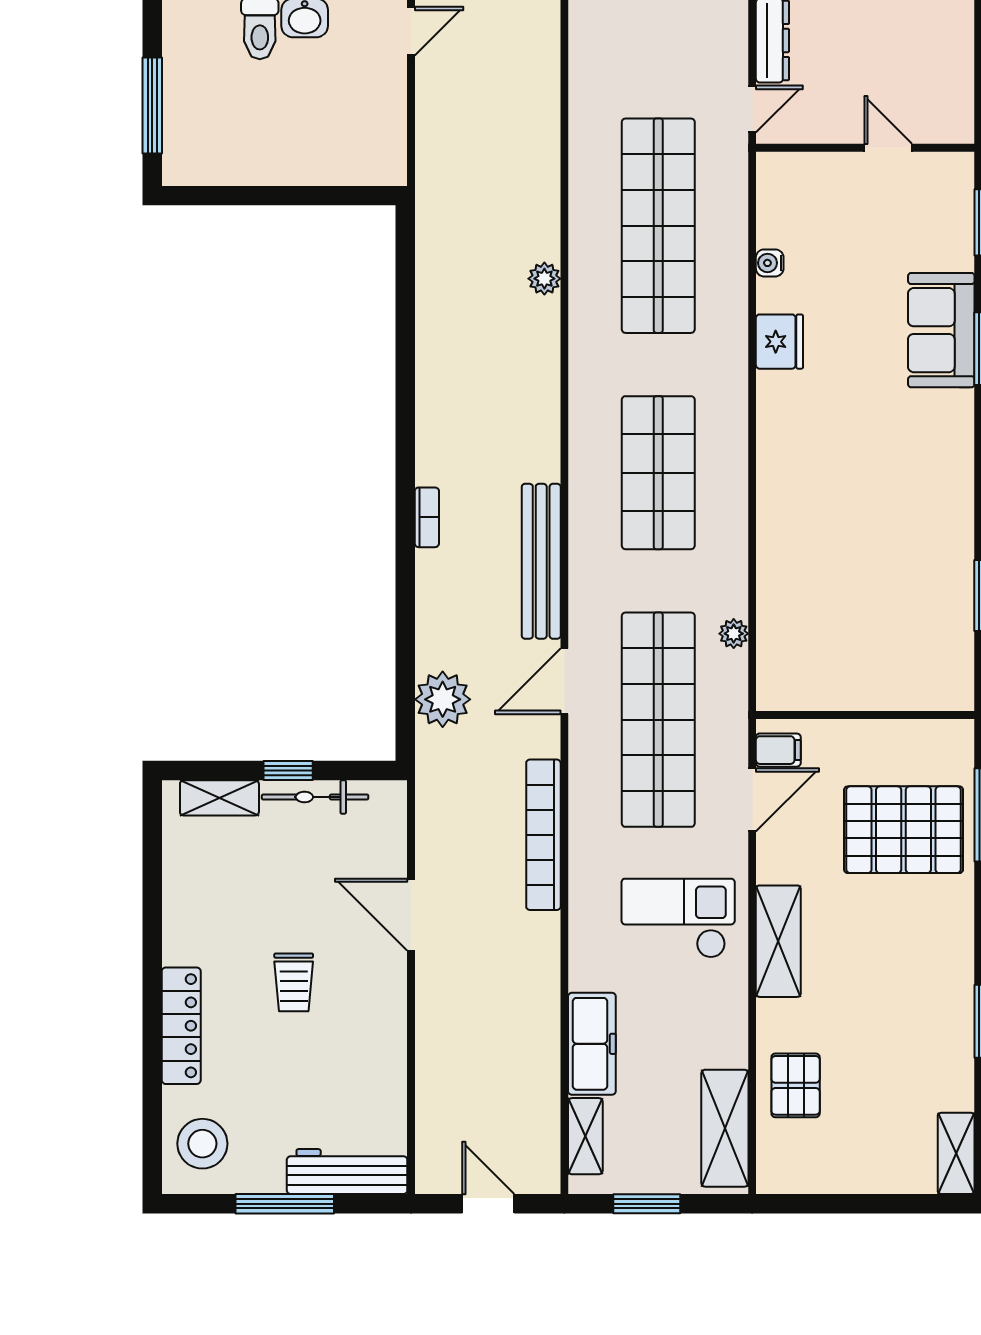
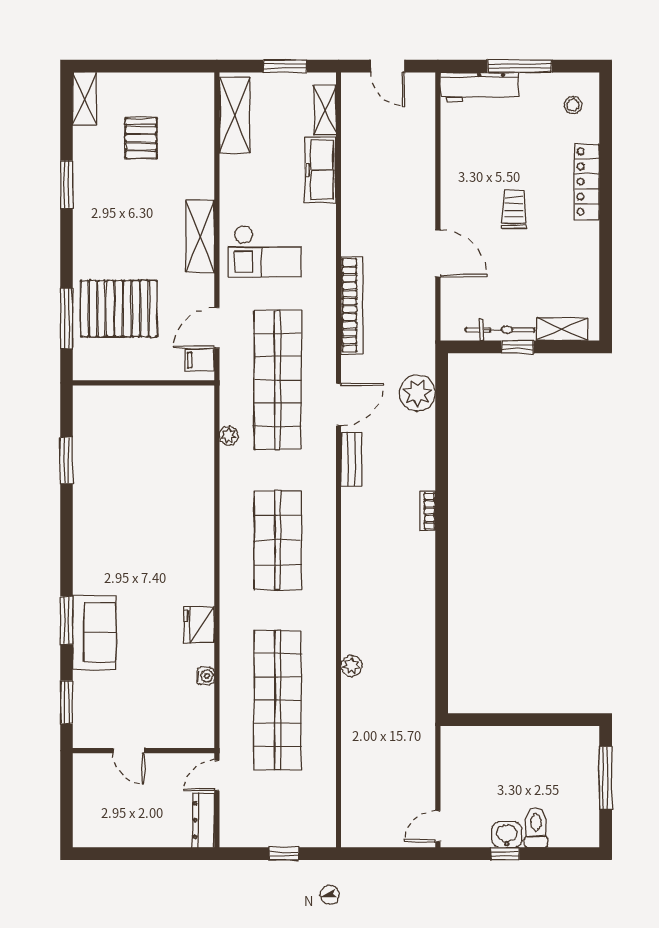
bench: (541, 561) -> (351, 459), width x0.54, depth x0.82
pallet: (796, 1085) -> (141, 138), moved
stool: (202, 1144) -> (573, 105), width x0.53, depth x0.53

